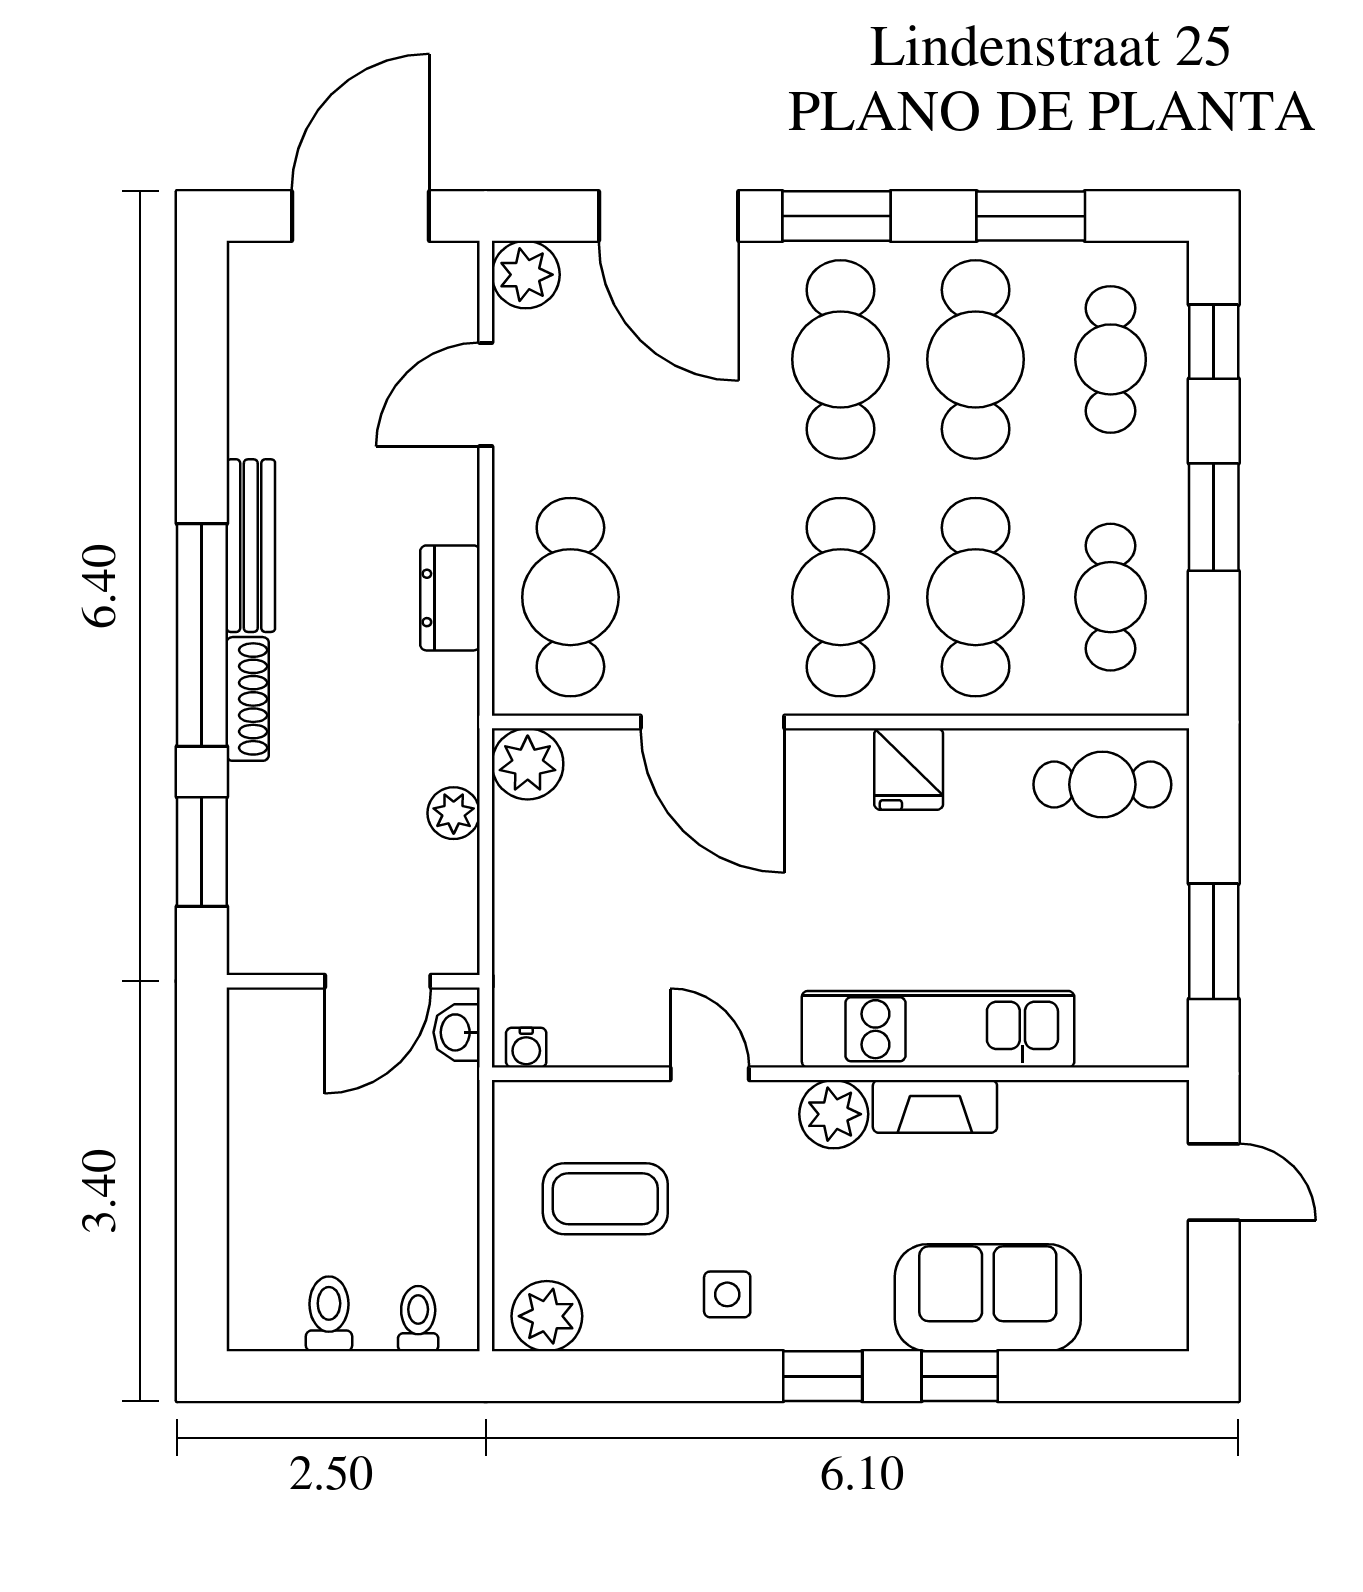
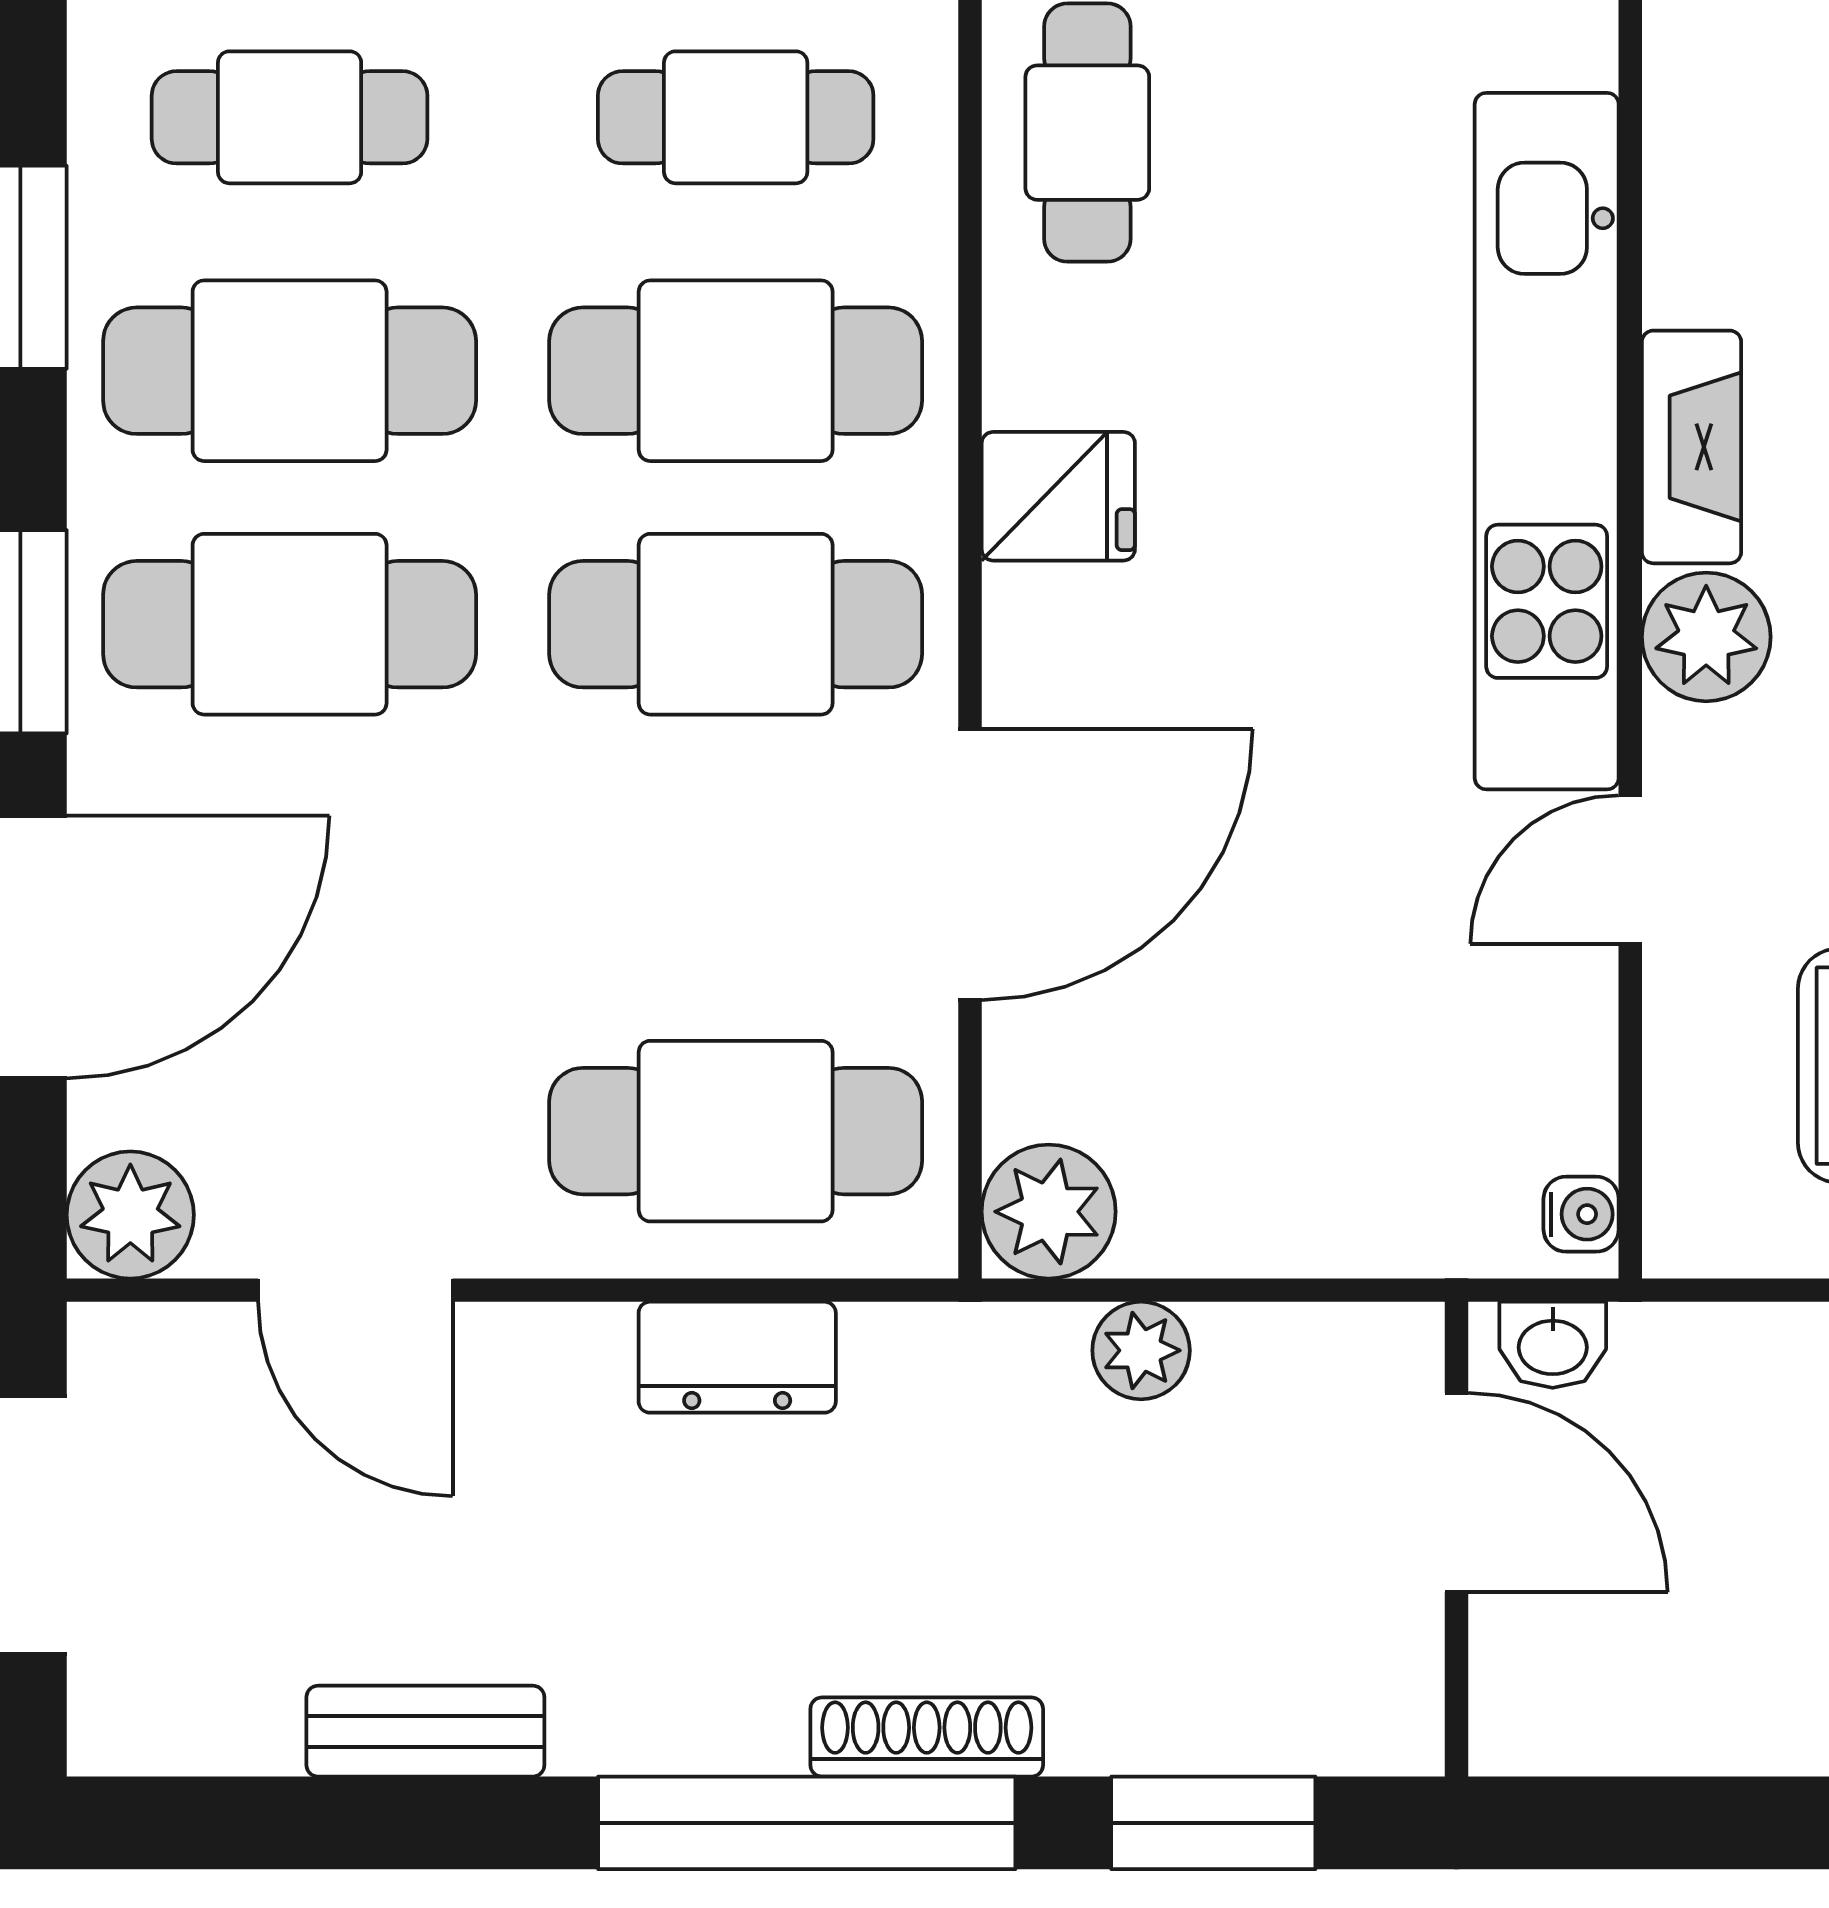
bench: (251, 546) -> (425, 1731), moved, width x0.73
kitchen unit: (938, 1029) -> (1547, 441), width x1.36

